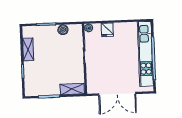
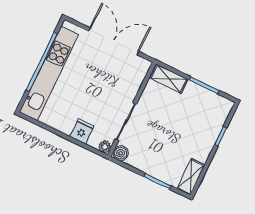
boiler: (63, 30) -> (121, 153), moved
shelving: (28, 49) -> (191, 177), moved

